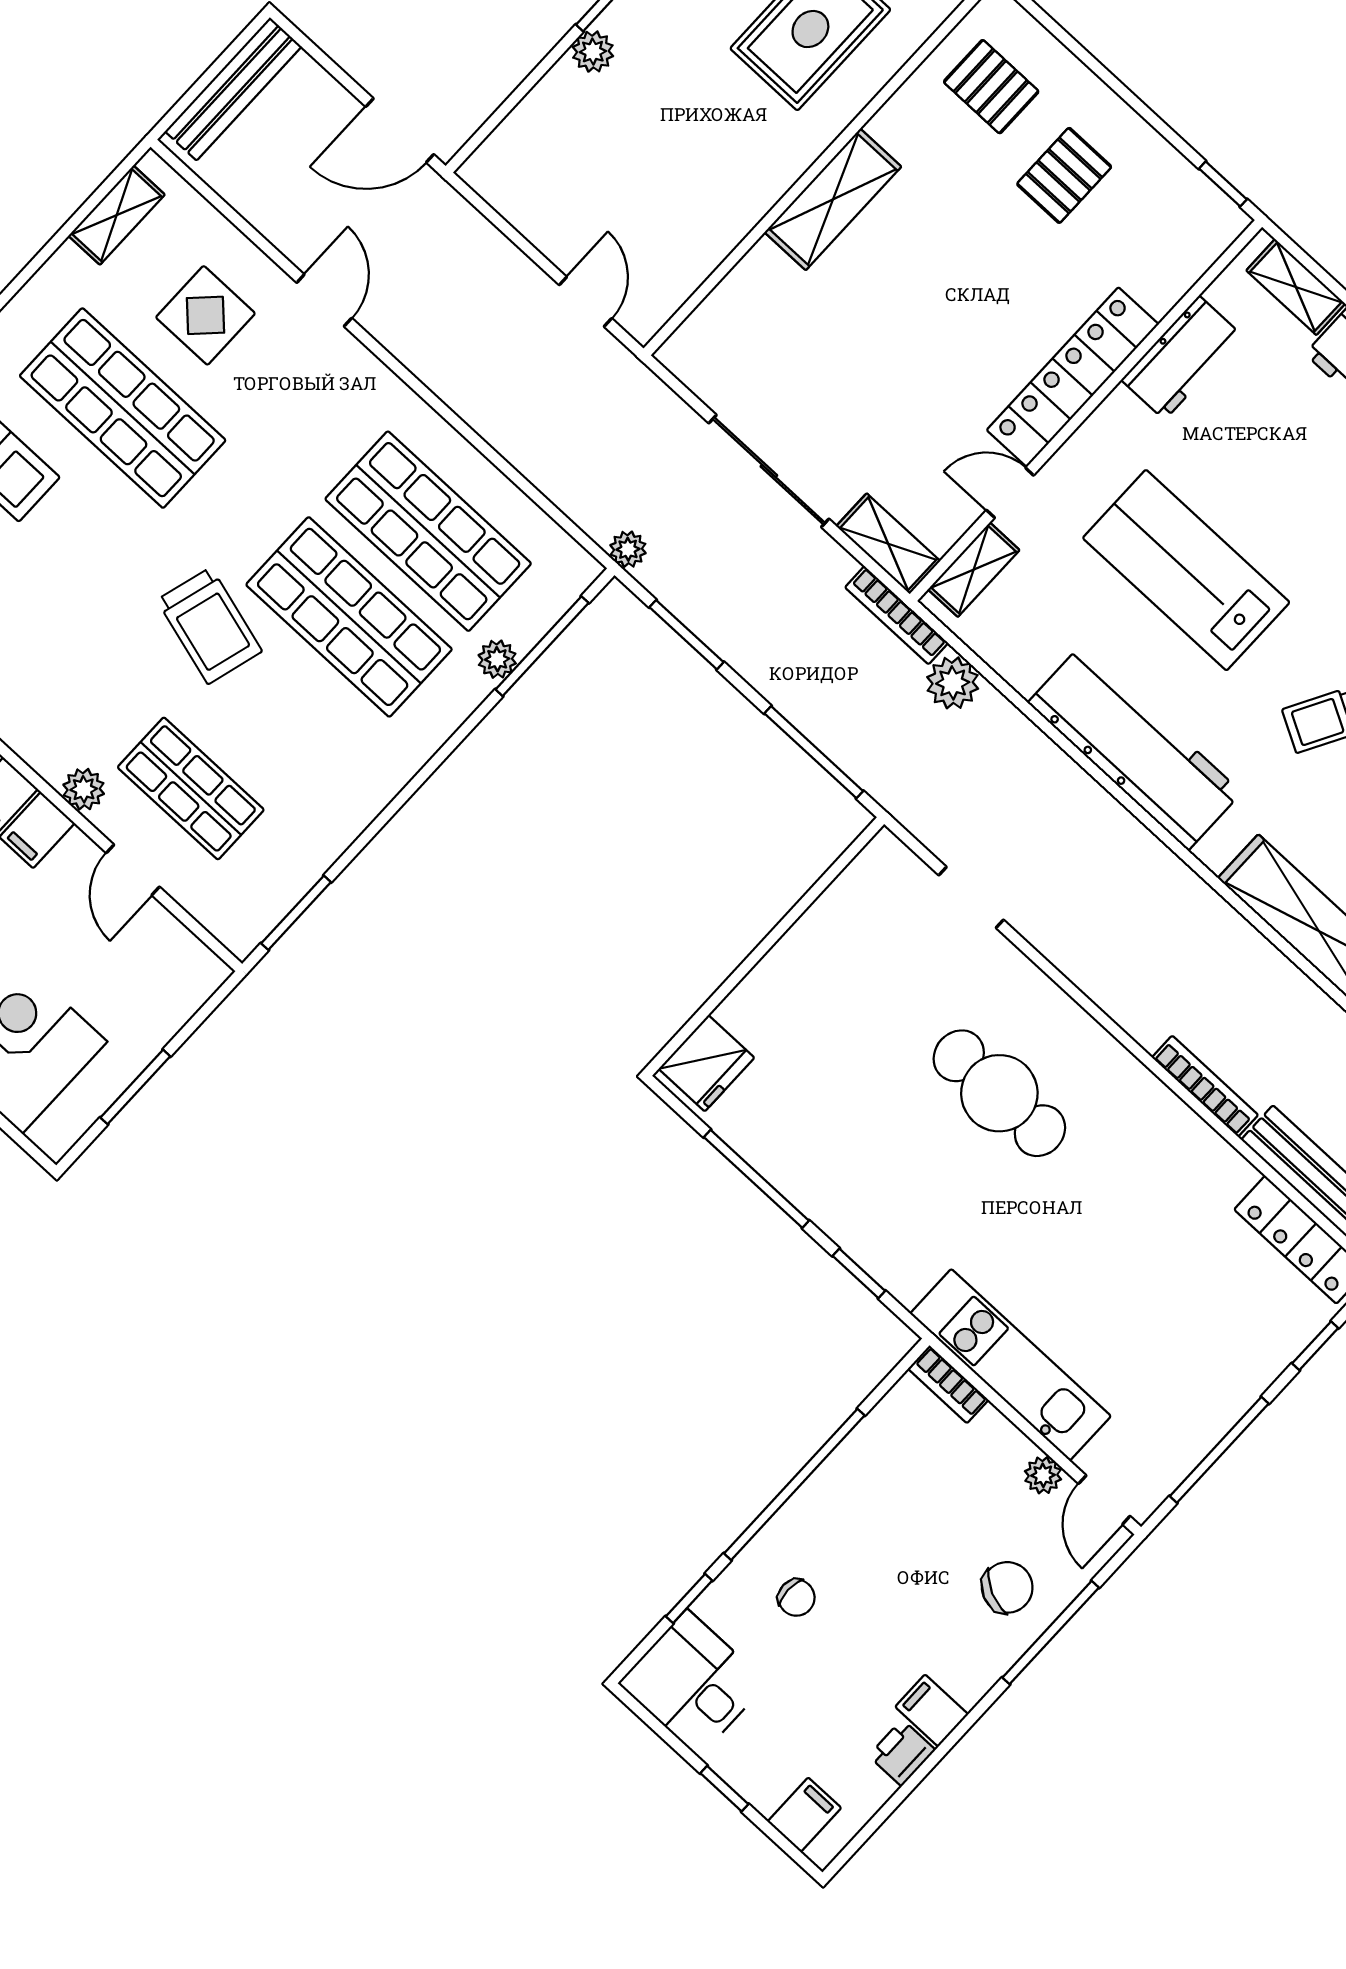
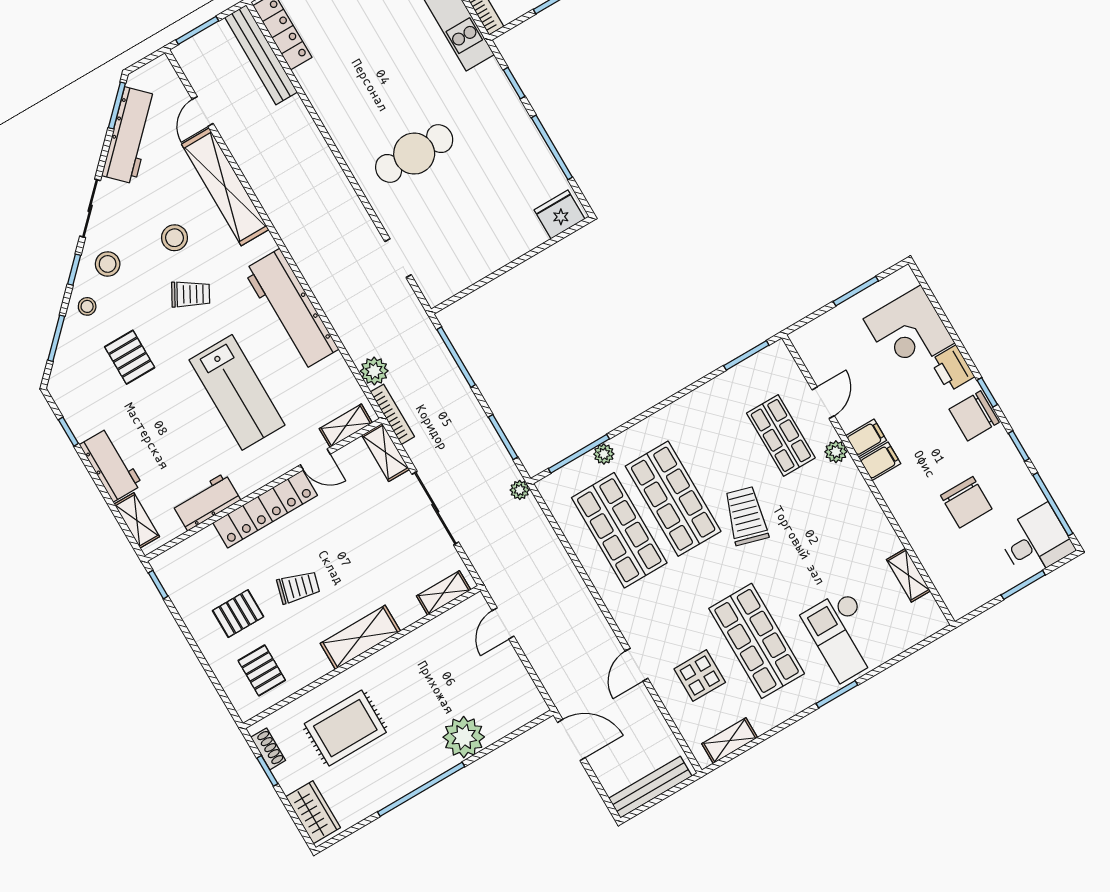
plant: (593, 52) -> (464, 737), width x1.88, depth x1.88
trolley: (971, 255) -> (298, 587), added
shelving: (708, 324) -> (444, 593), added
bookcase: (1205, 1086) -> (308, 125), removed
cafe table: (999, 1093) -> (414, 154), turned 90

